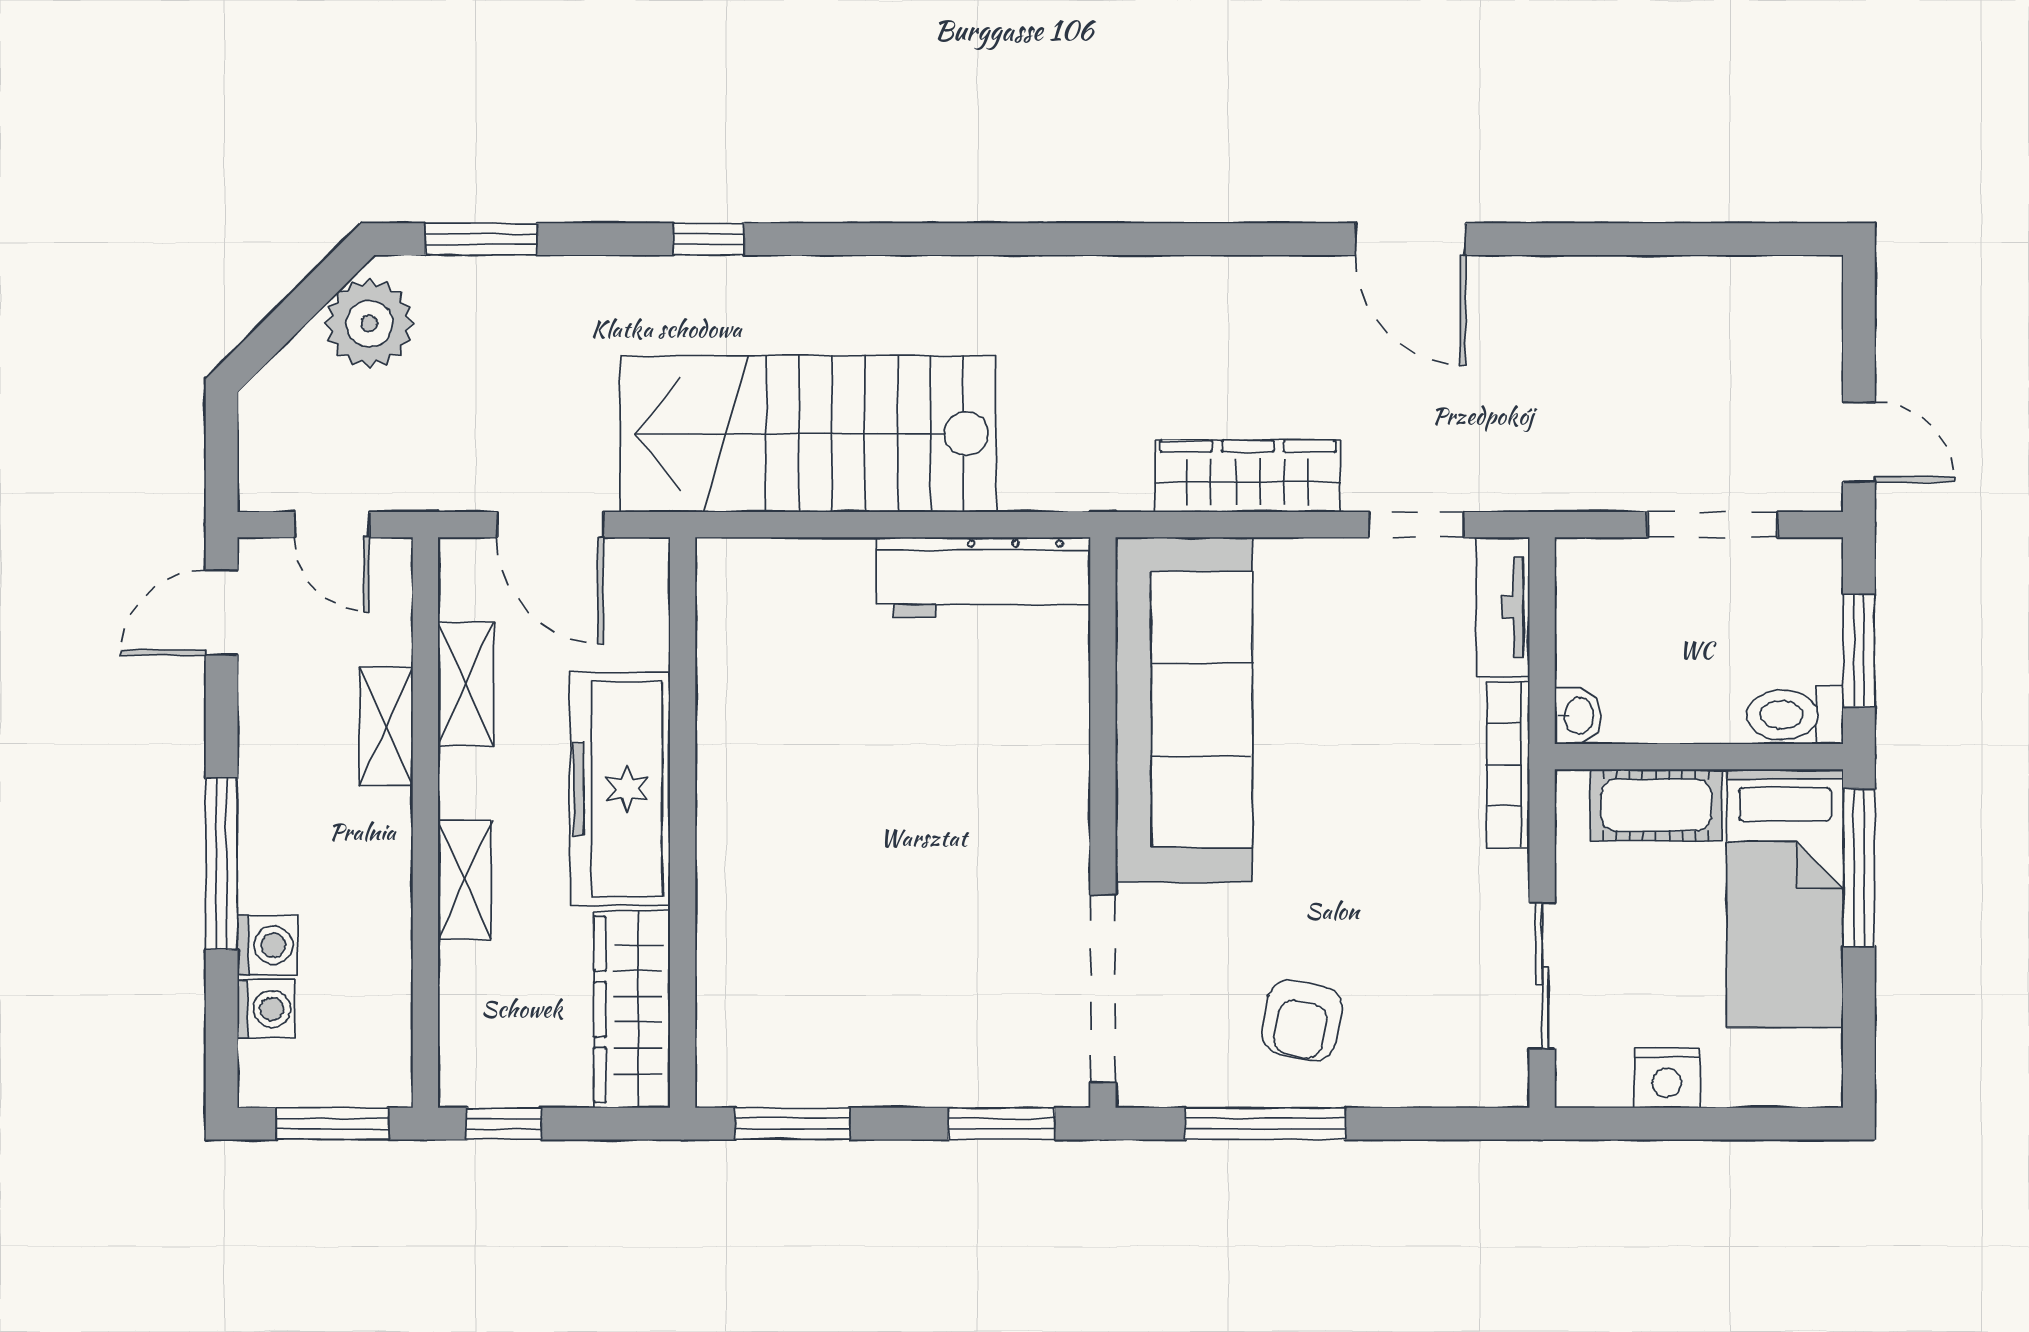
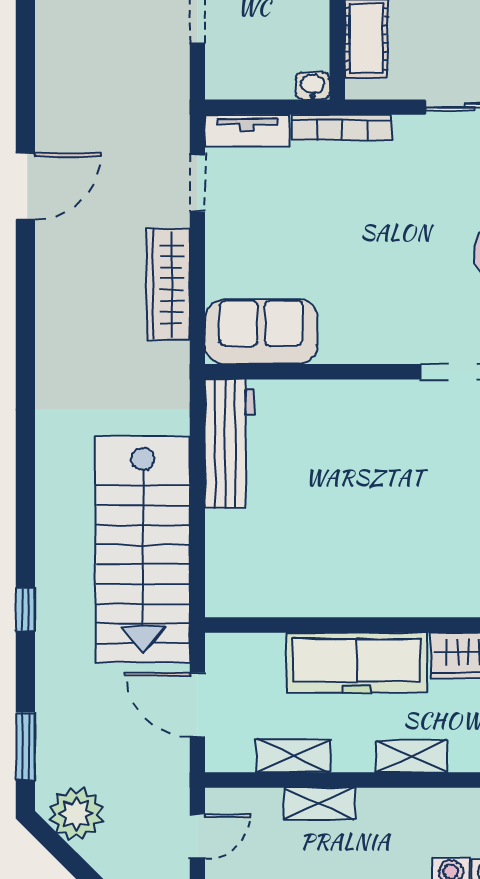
door: (550, 525) -> (197, 705), swing flipped
sofa: (1184, 710) -> (261, 332), width x0.54, depth x0.79

